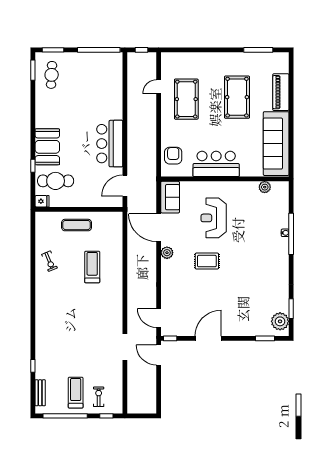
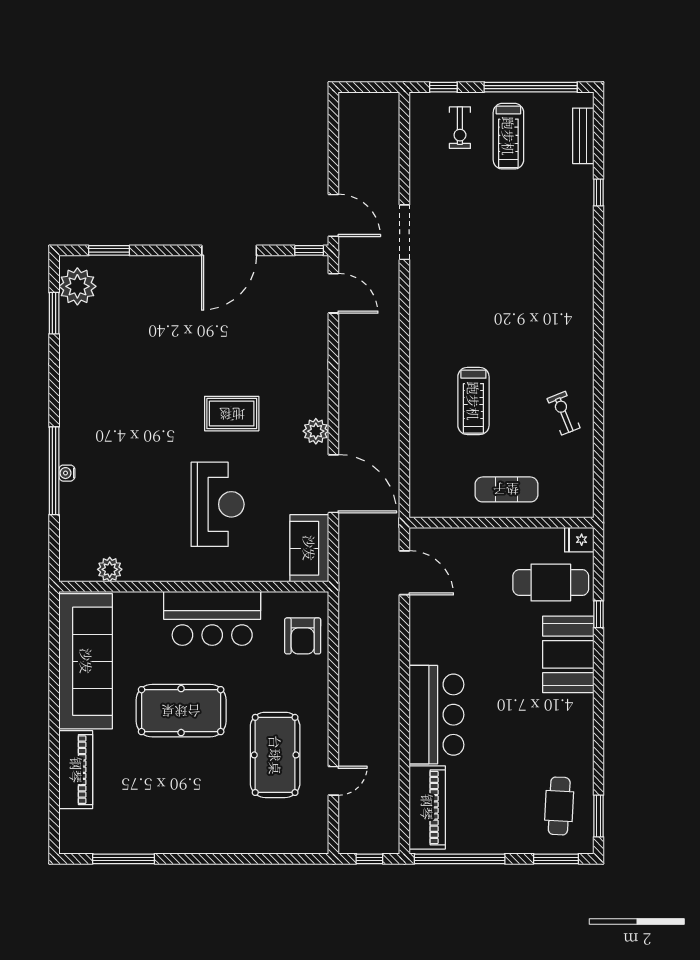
piano: (114, 74) -> (427, 807), added
pool table: (237, 97) -> (181, 711), moved, turned 90
bar counter: (110, 144) -> (436, 715), moved
door: (125, 186) -> (404, 573), hinge flipped

